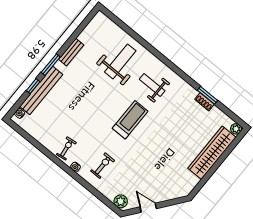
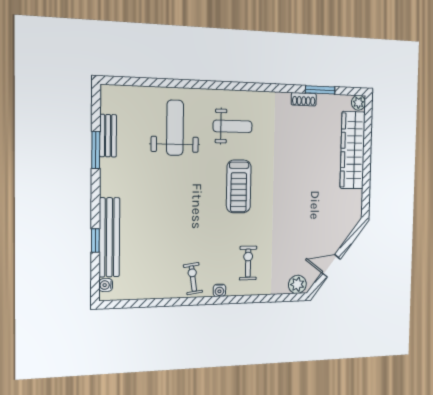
bench: (71, 52) -> (108, 136), moved
window: (51, 65) -> (96, 150), moved
weight bench: (152, 85) -> (233, 126), turned 180
window: (208, 95) -> (320, 90), moved
treadmill: (130, 120) -> (239, 186), turned 180

